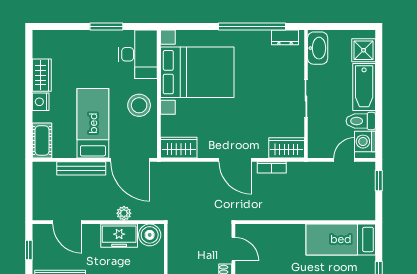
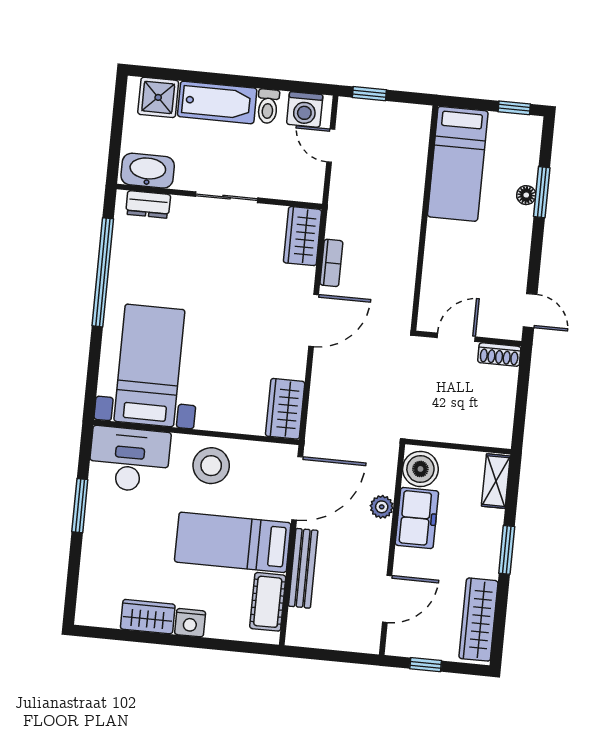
dresser: (285, 37) -> (148, 204), moved, turned 90
bed with nightstands: (197, 72) -> (149, 365), width x0.73
toilet: (361, 121) -> (268, 106), width x0.73, depth x0.72
cot: (42, 141) -> (268, 602), moved, turned 90

